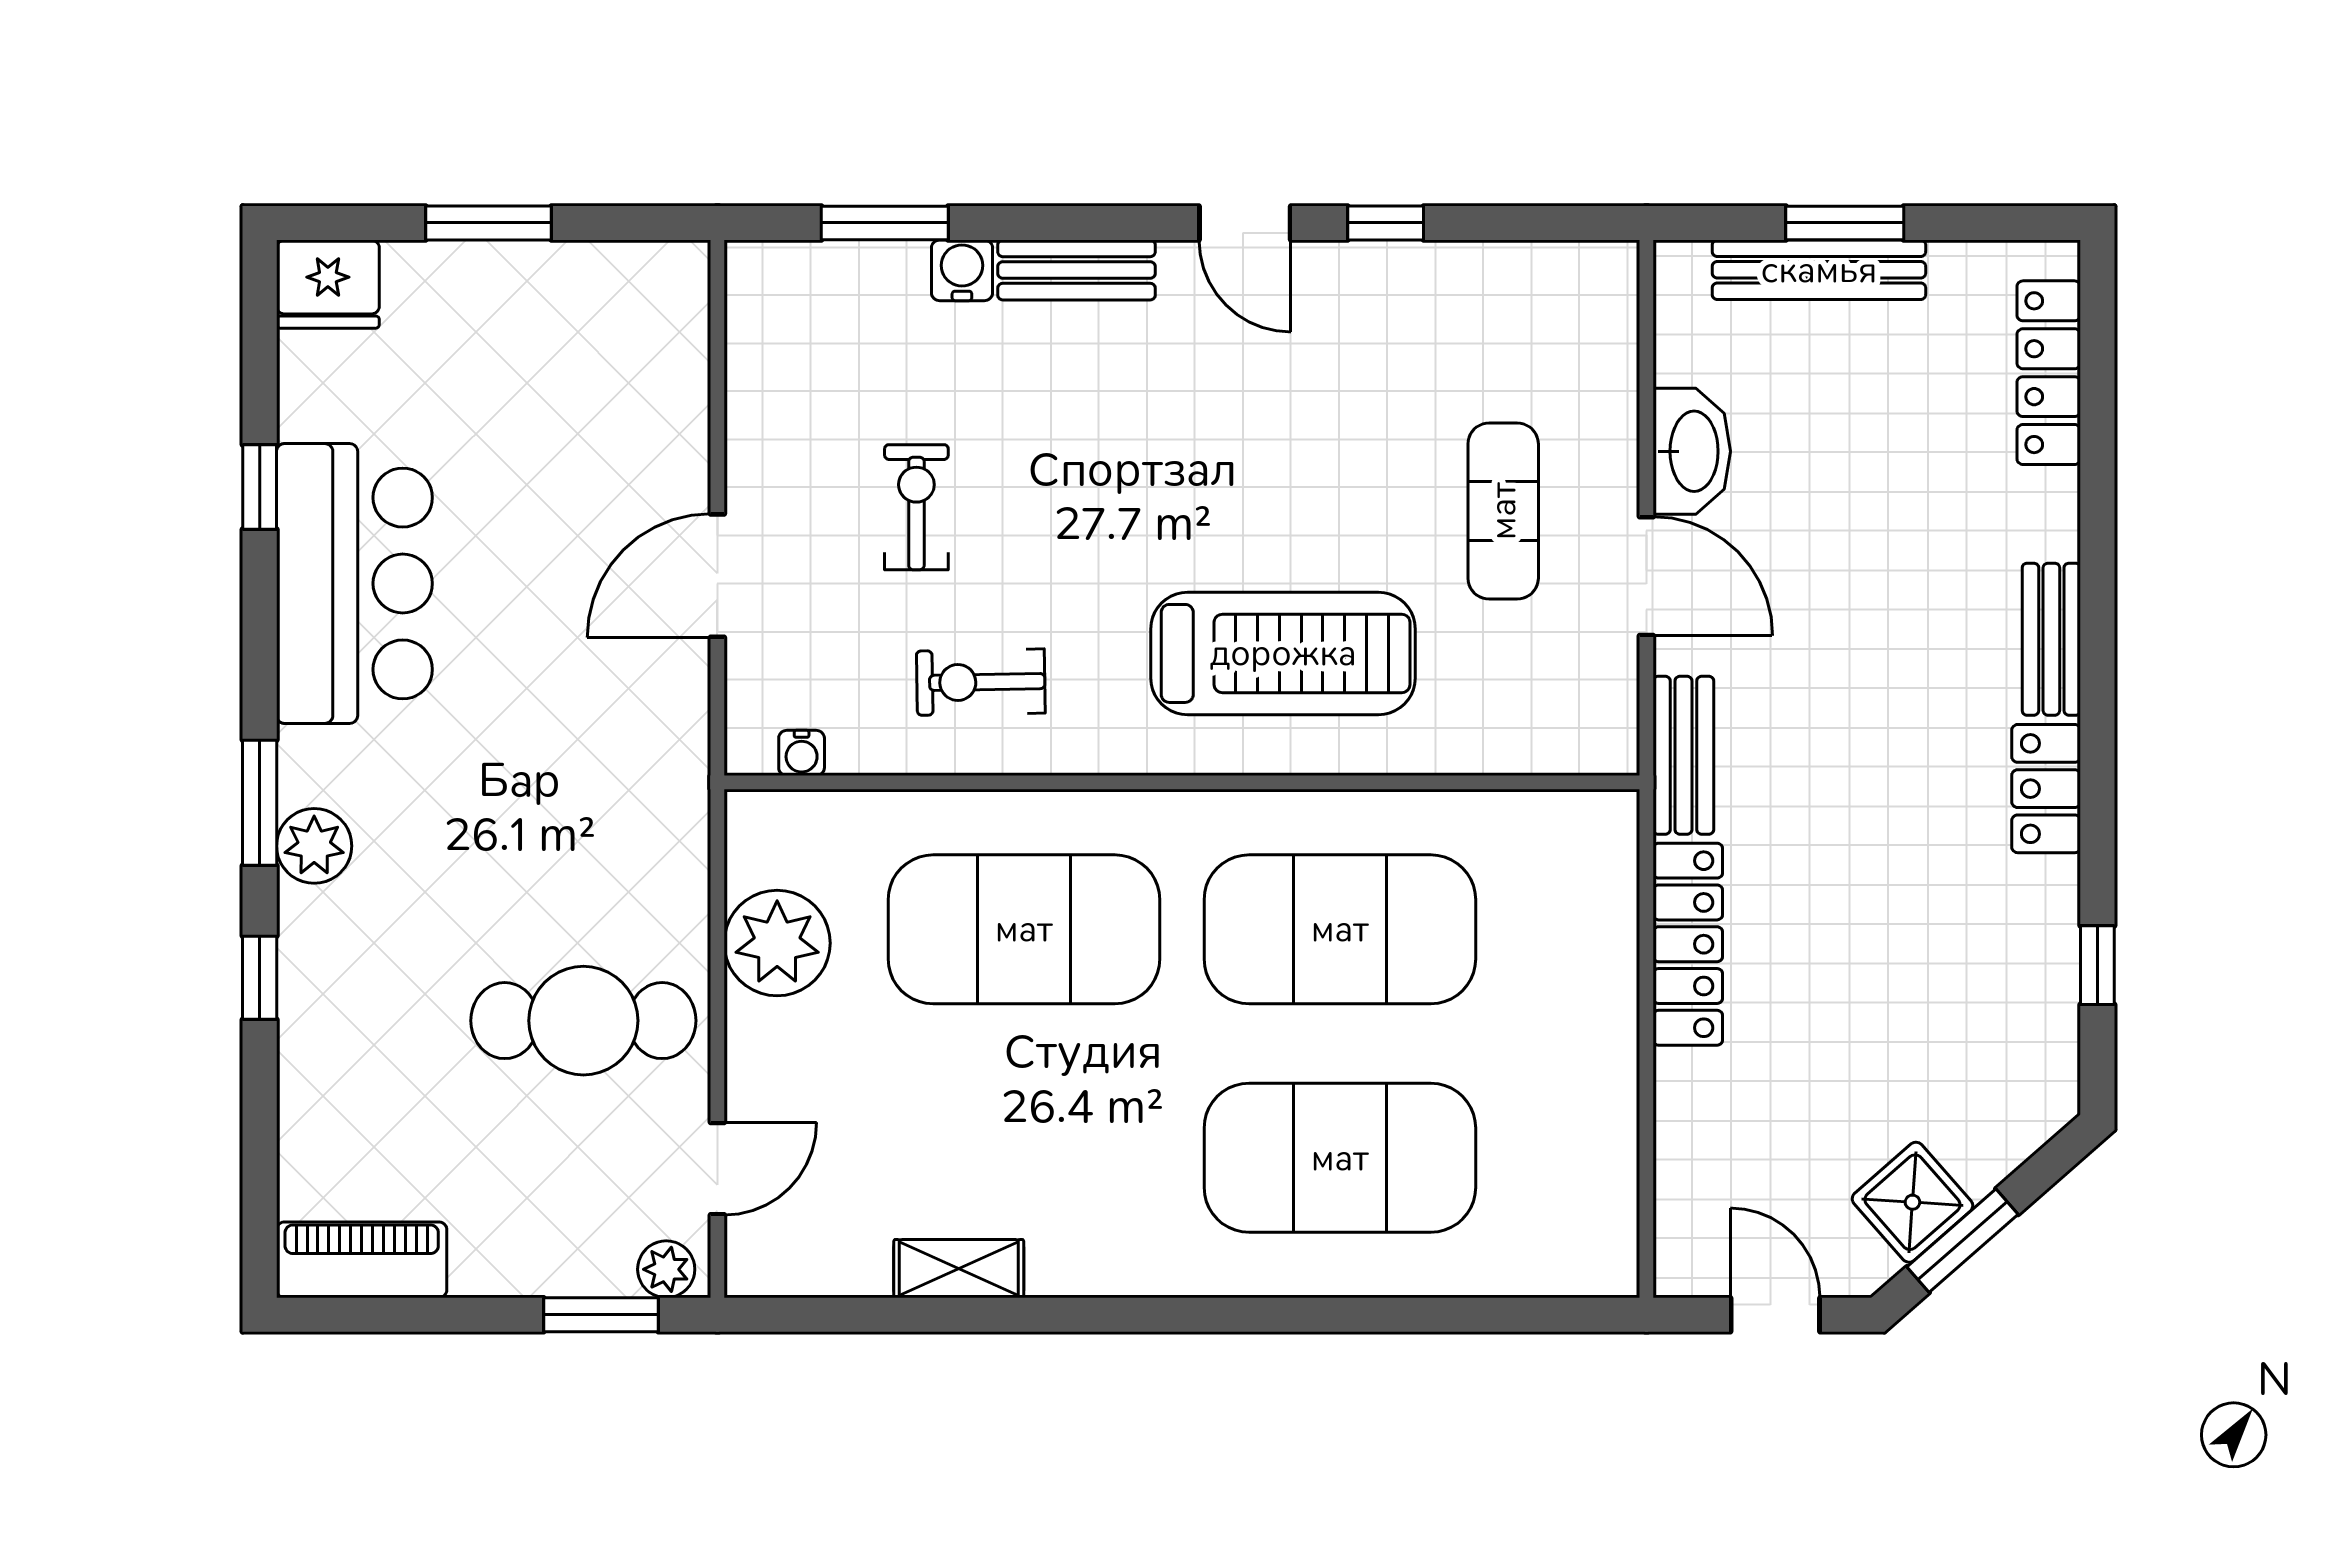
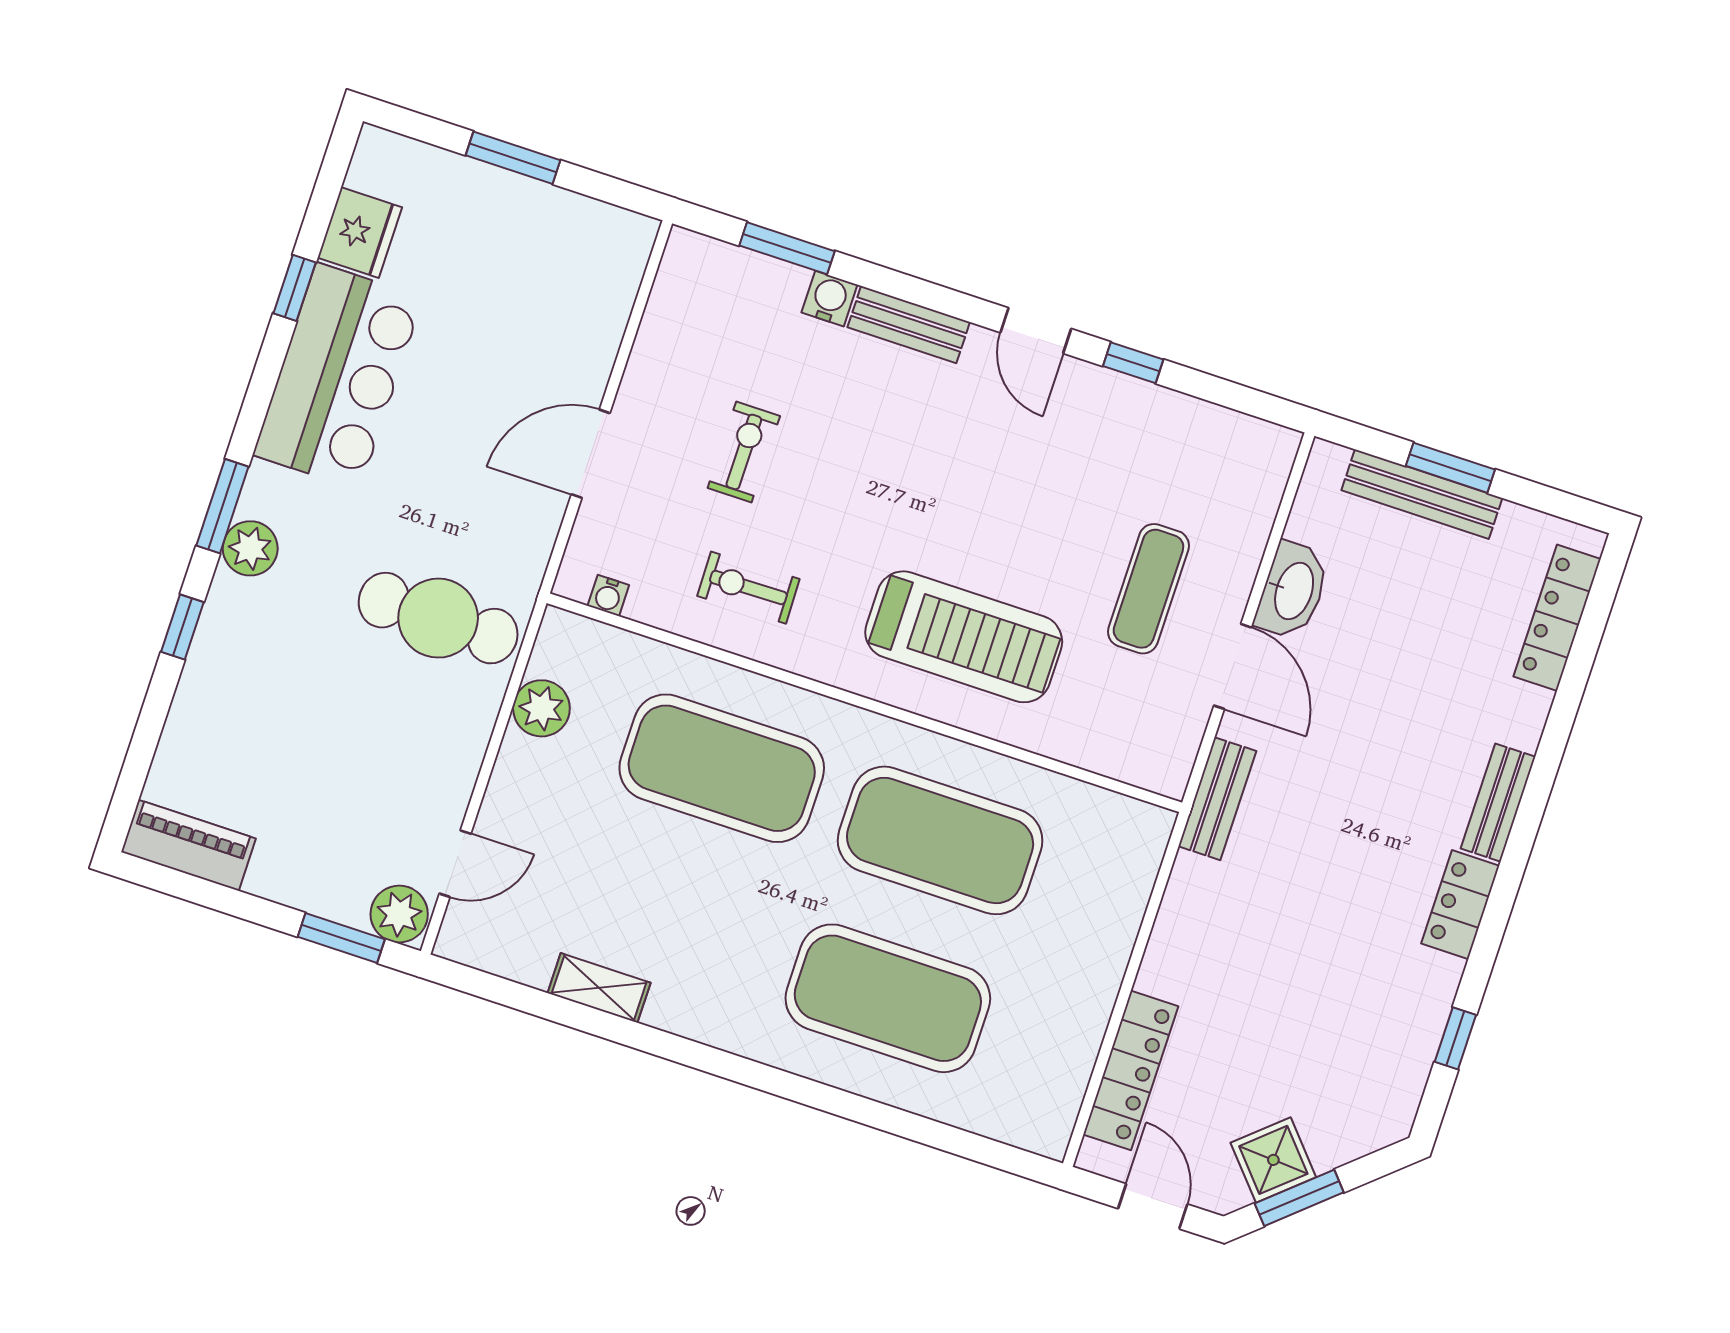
fridge: (328, 284) -> (360, 233), moved, turned -90
plant: (777, 943) -> (541, 708), width x0.73, depth x0.73
locker: (1688, 944) -> (1131, 1070), moved
cafe table: (583, 1021) -> (438, 618), moved
plant: (666, 1269) -> (399, 914), width x1.38, depth x1.38

